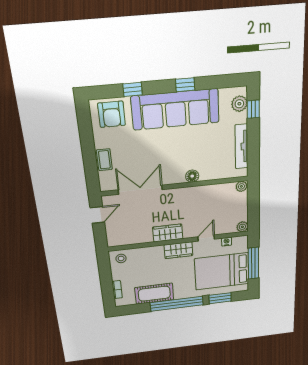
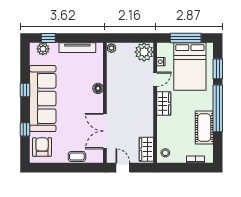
armchair: (112, 114) -> (42, 147), turned -90
plant: (242, 227) -> (144, 52), width x1.87, depth x1.87
wardrobe: (168, 233) -> (146, 149), moved
door: (206, 238) -> (155, 79), swing flipped

